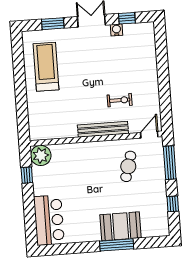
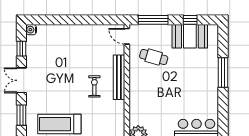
water cooler: (116, 30) -> (31, 30), moved
exercise bike: (120, 100) -> (94, 86), moved
booth: (121, 226) -> (190, 36), moved, turned 90

